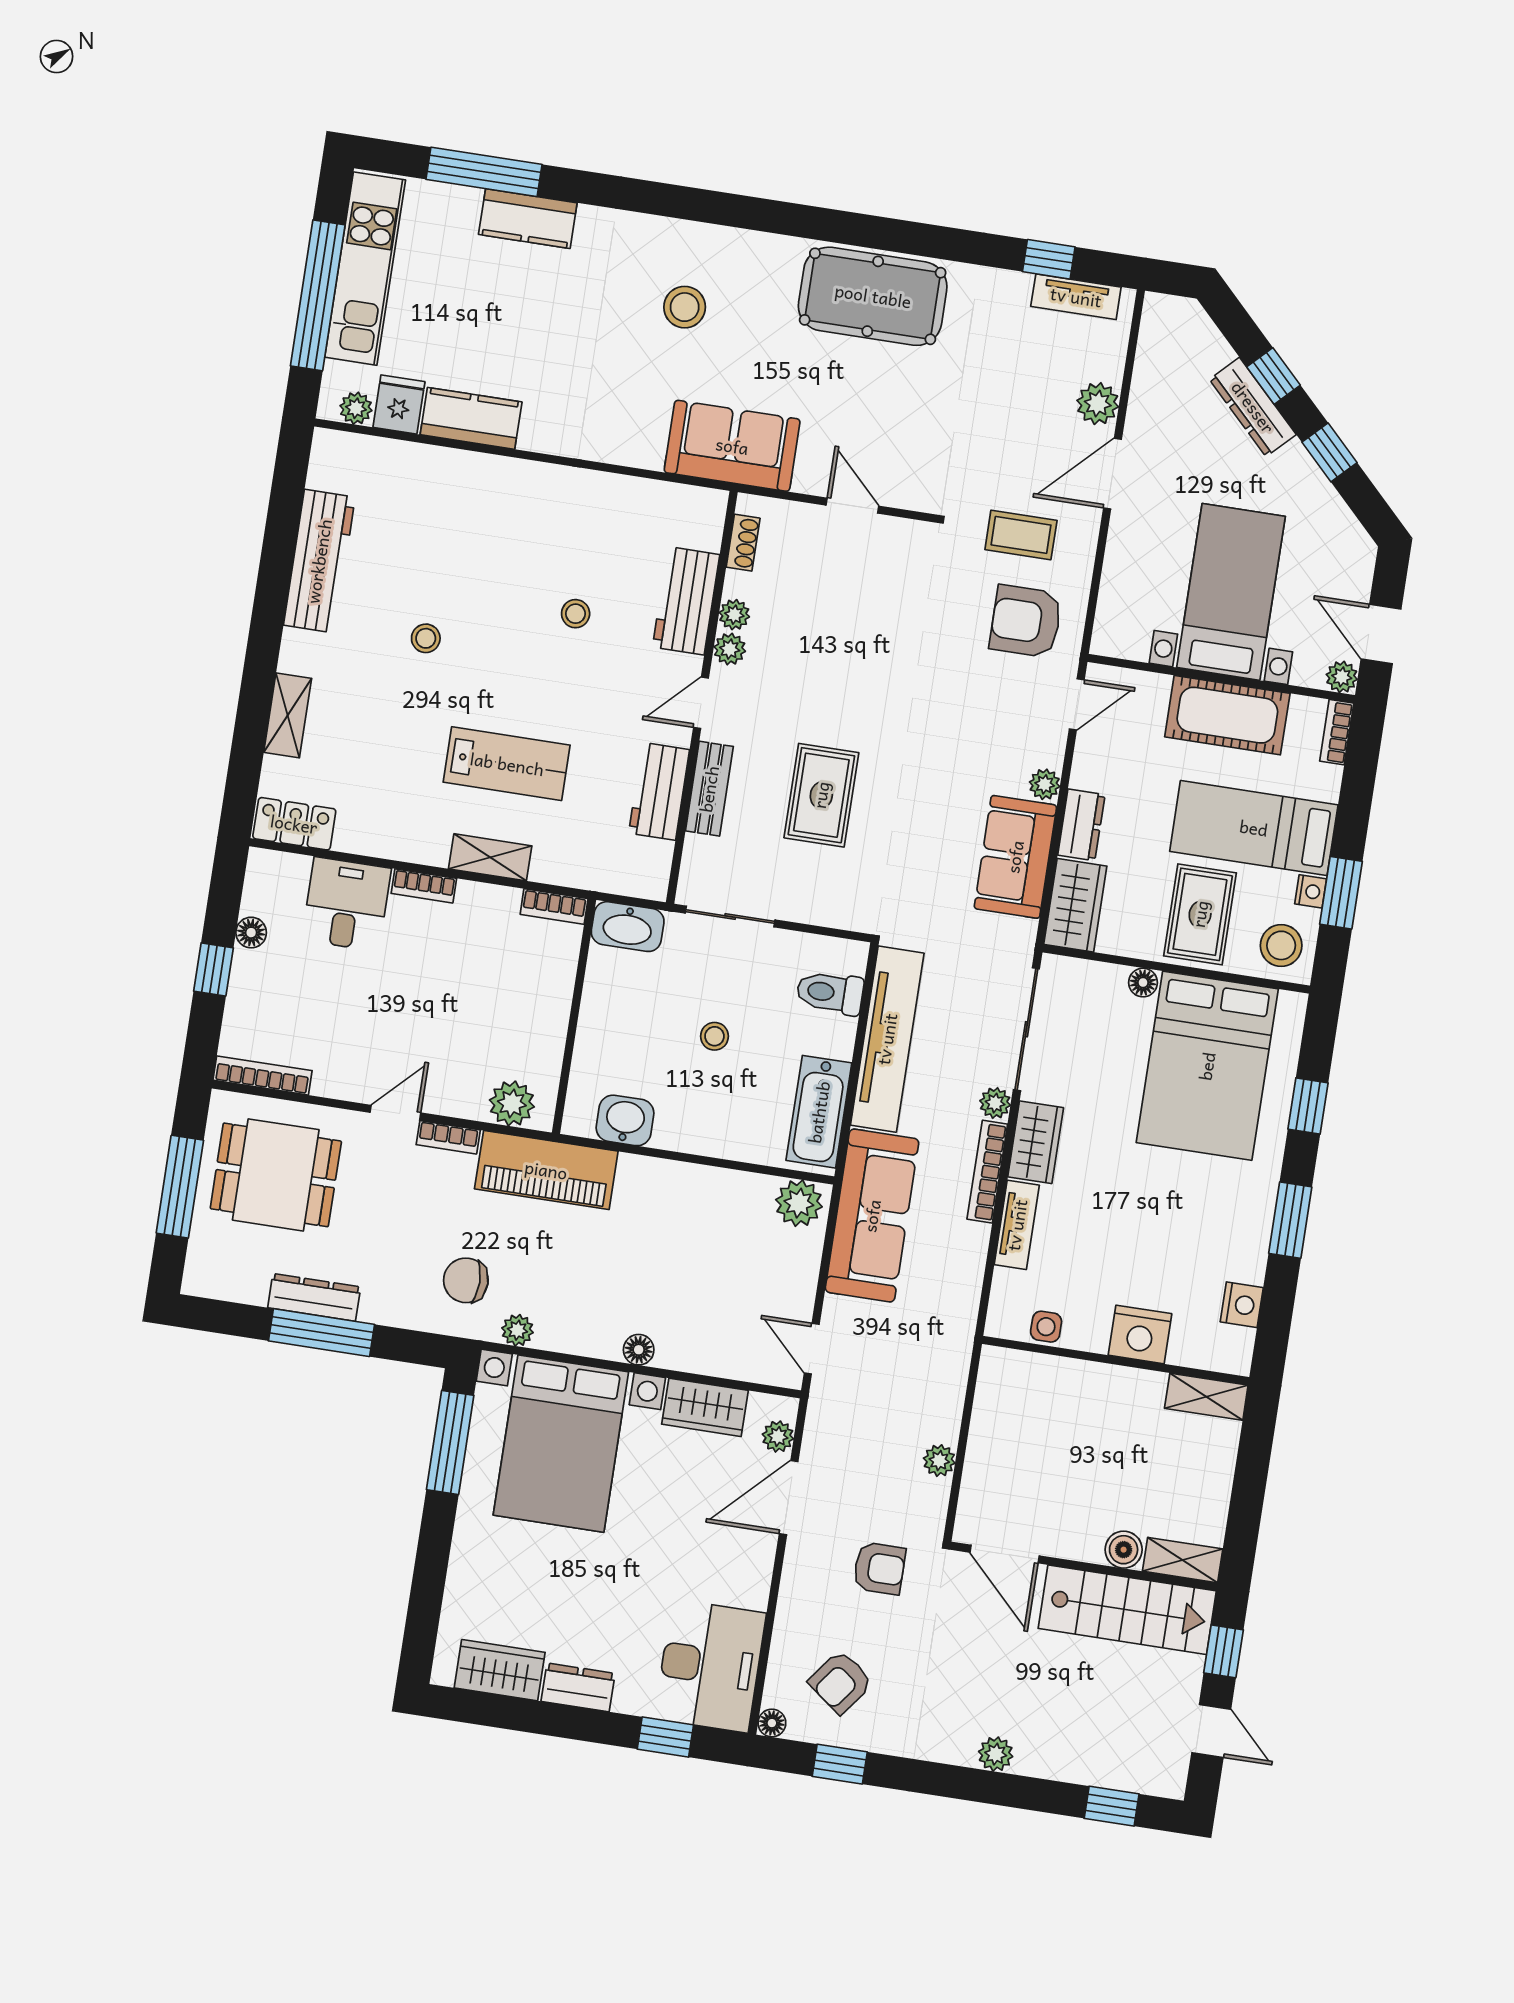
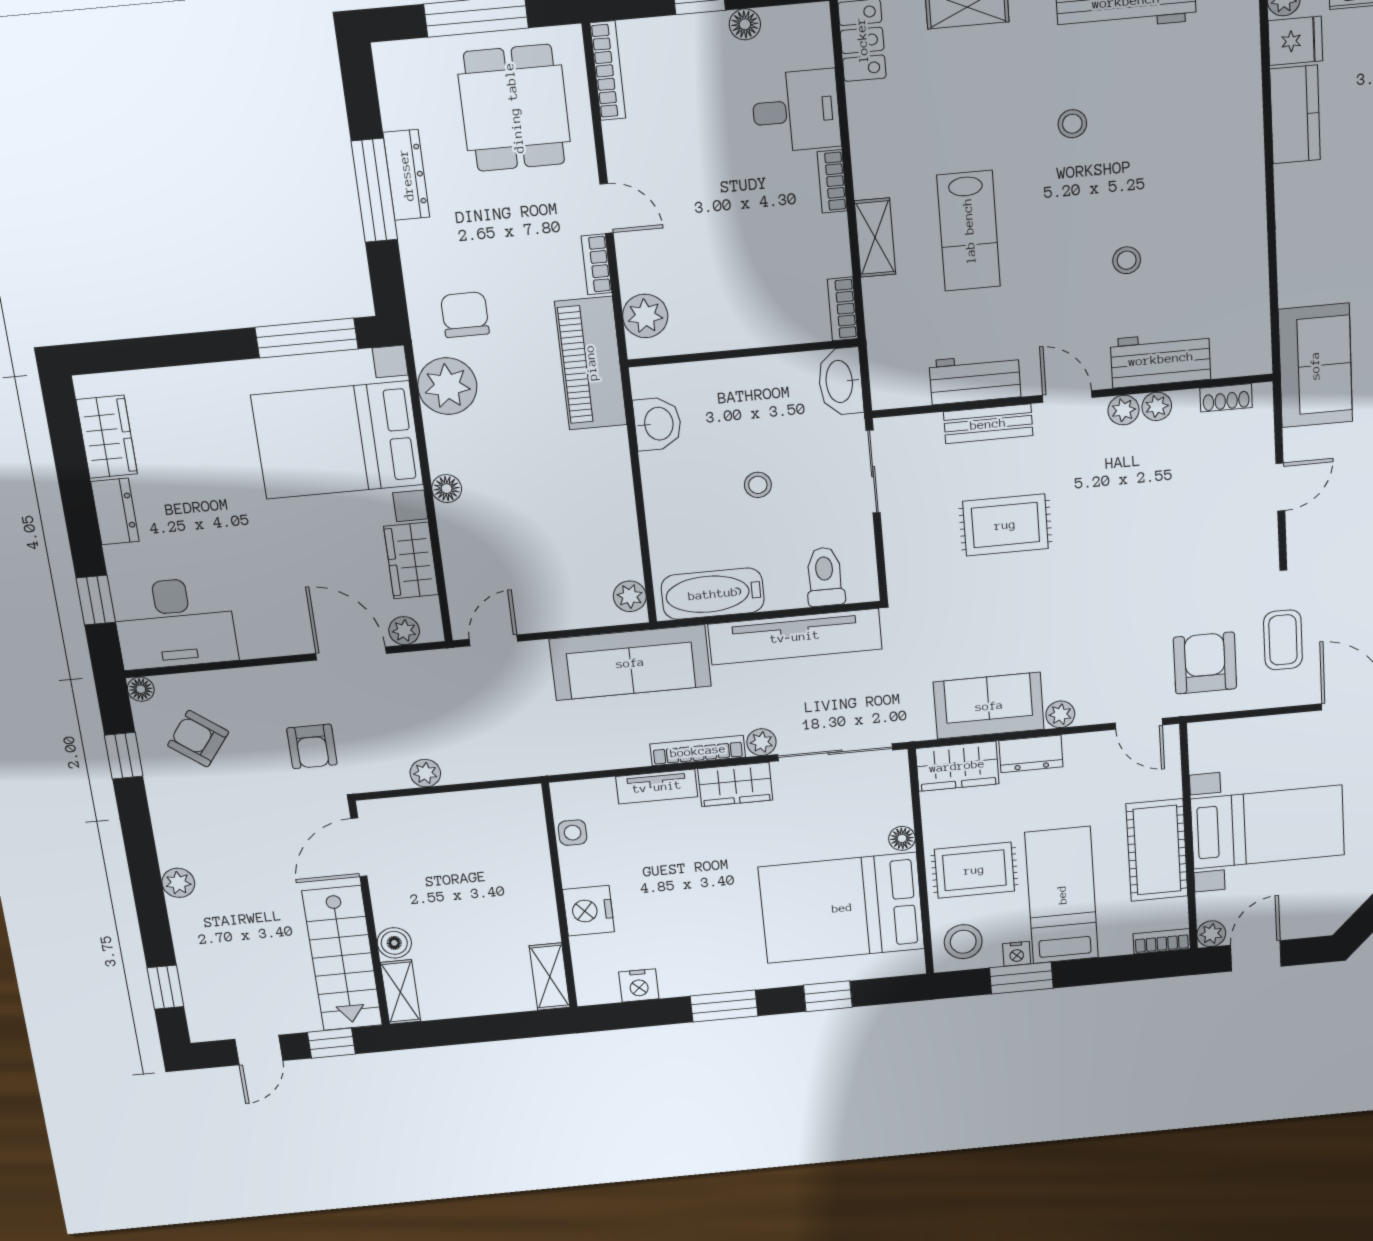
plant: (799, 1203) -> (630, 596), width x0.73, depth x0.73
plant: (517, 1330) -> (447, 386), width x1.88, depth x1.88

